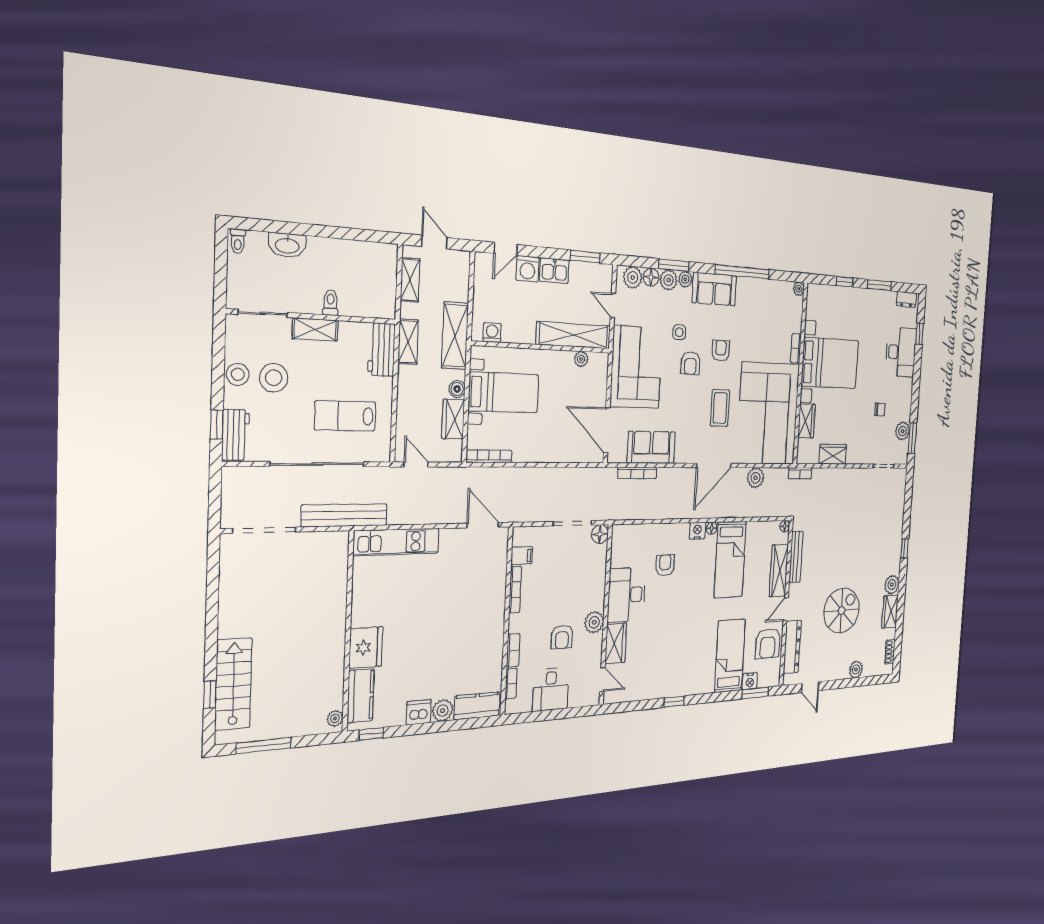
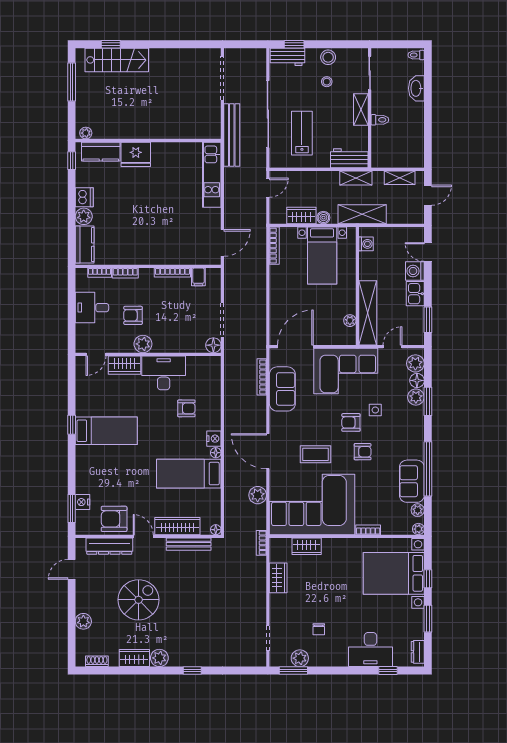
plant: (685, 279) -> (418, 510), moved
sofa: (714, 289) -> (412, 481), moved
bed with nightstands: (830, 363) -> (394, 573), moved, turned 90
stool: (274, 378) -> (327, 82), width x0.53, depth x0.53
spiral stairs: (842, 610) -> (139, 600), turned -90
bed: (730, 656) -> (106, 431), moved

